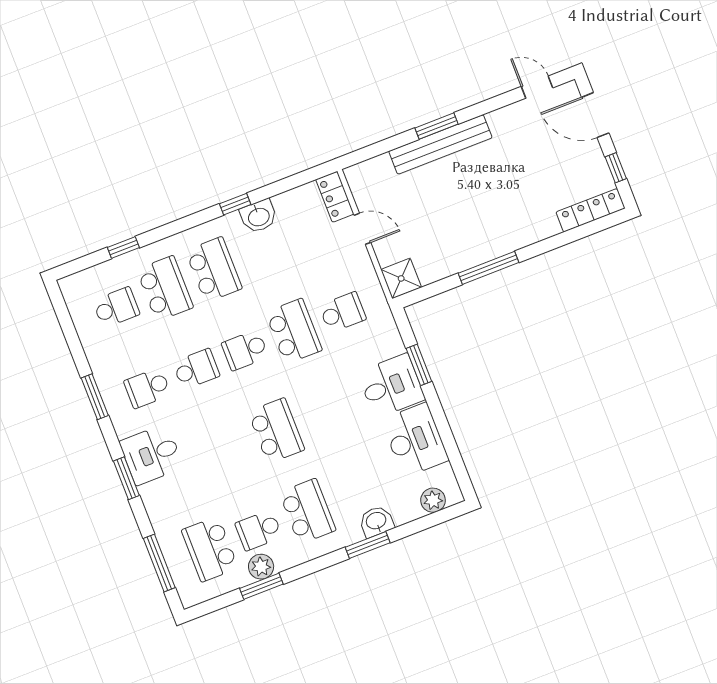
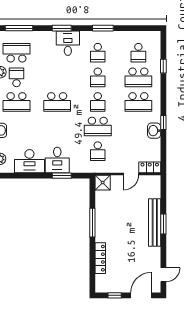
locker: (590, 210) -> (100, 258), moved
school desk: (245, 350) -> (98, 102), turned 180
school desk: (147, 388) -> (98, 53), turned 180

